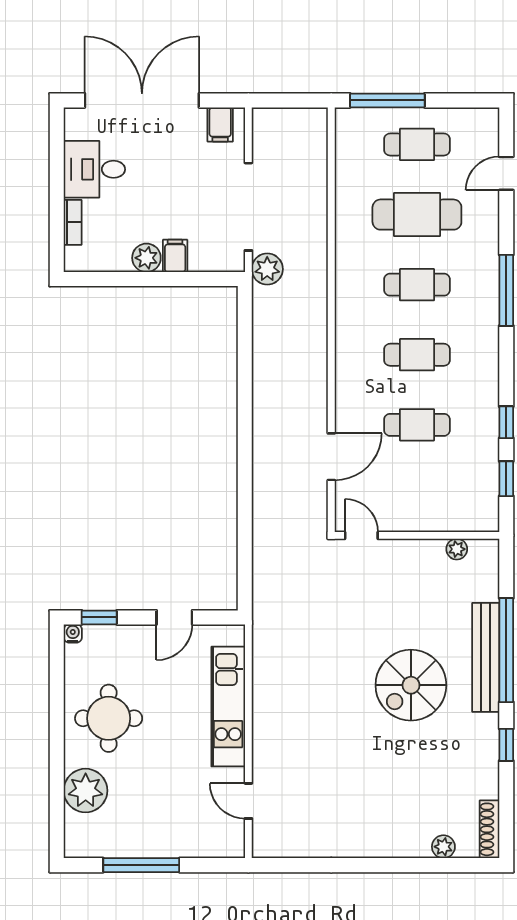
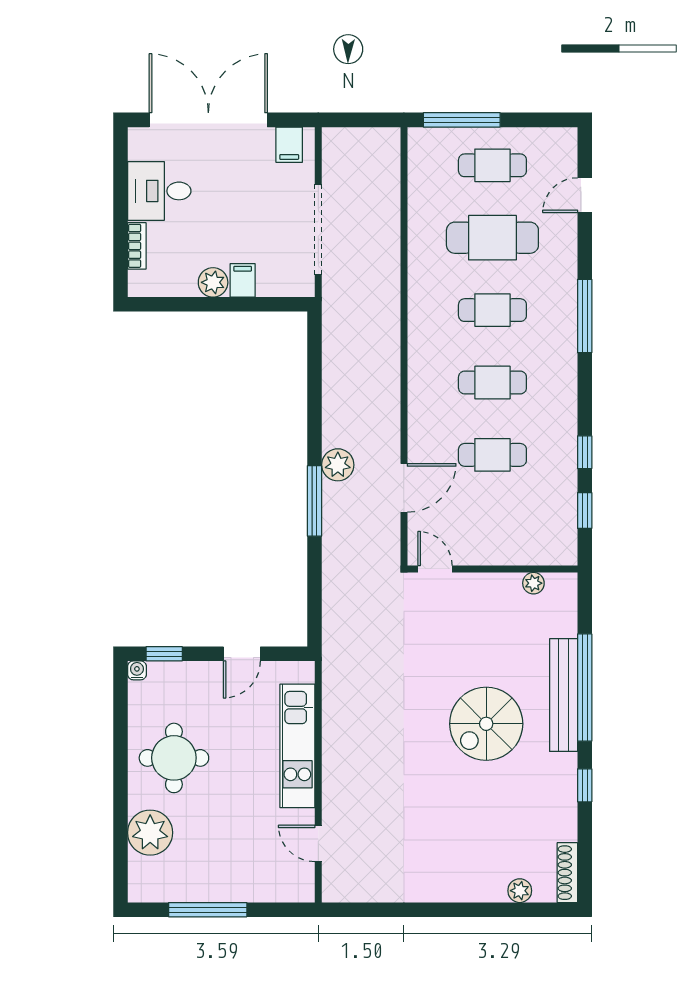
plant: (267, 269) -> (338, 465), moved
window: (245, 469) -> (315, 501), added

